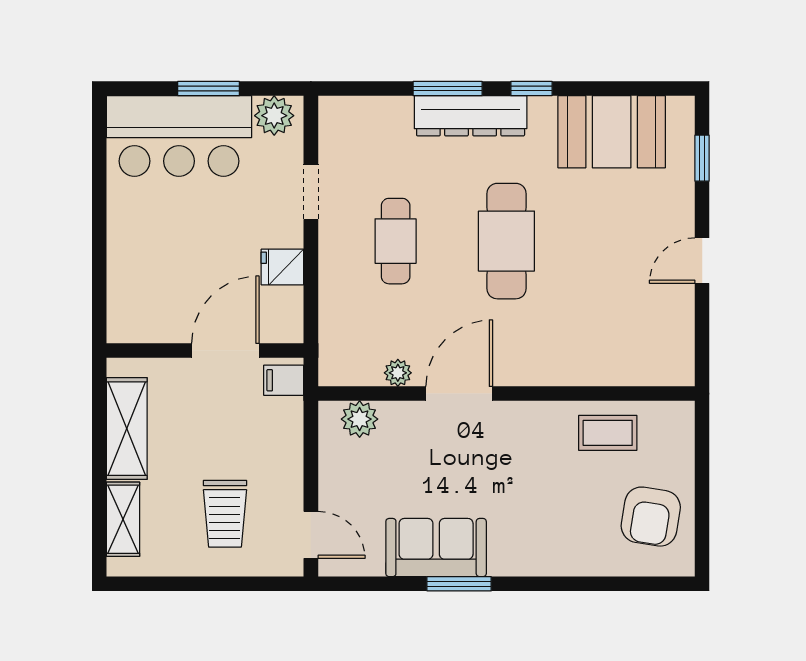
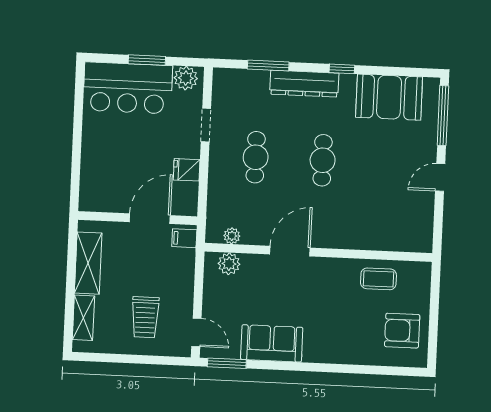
window: (448, 89) -> (268, 66), moved
window: (702, 158) -> (443, 116), width x2.17
cafe table: (506, 241) -> (323, 160), width x0.73, depth x0.74
plant: (398, 373) -> (232, 236), moved
armchair: (651, 517) -> (402, 331), turned 81
window: (459, 584) -> (227, 363), moved

